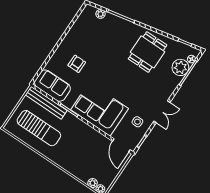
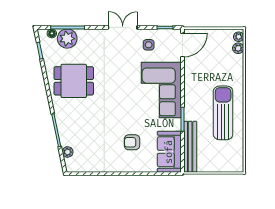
sun lounger: (39, 128) -> (223, 113), moved

